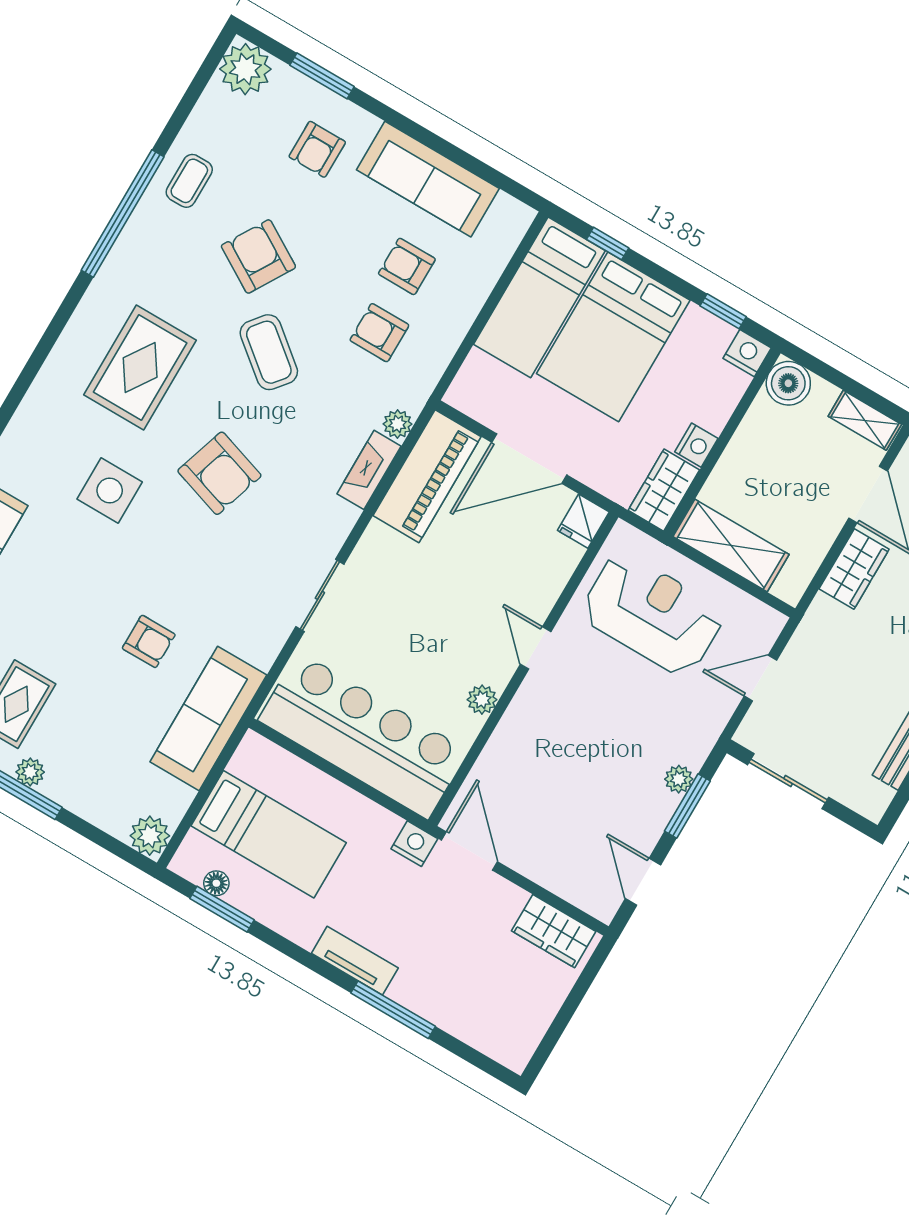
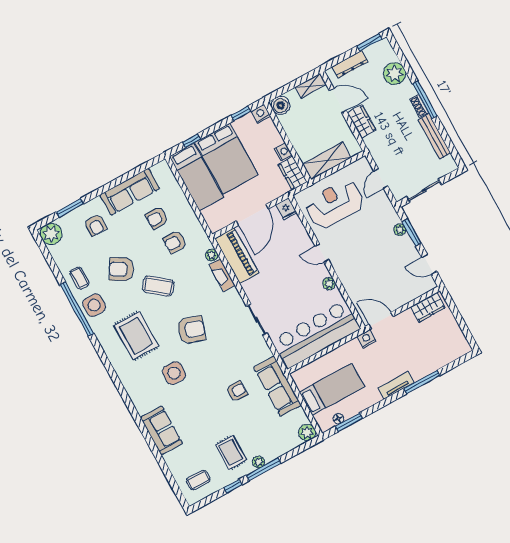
side table: (152, 244) -> (94, 305), added

